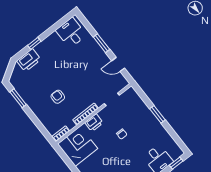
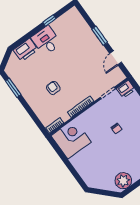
desk: (71, 33) -> (46, 41), moved
window: (34, 43) -> (49, 20), moved
door: (118, 64) -> (116, 58), hinge flipped
printer: (94, 123) -> (126, 89), moved

